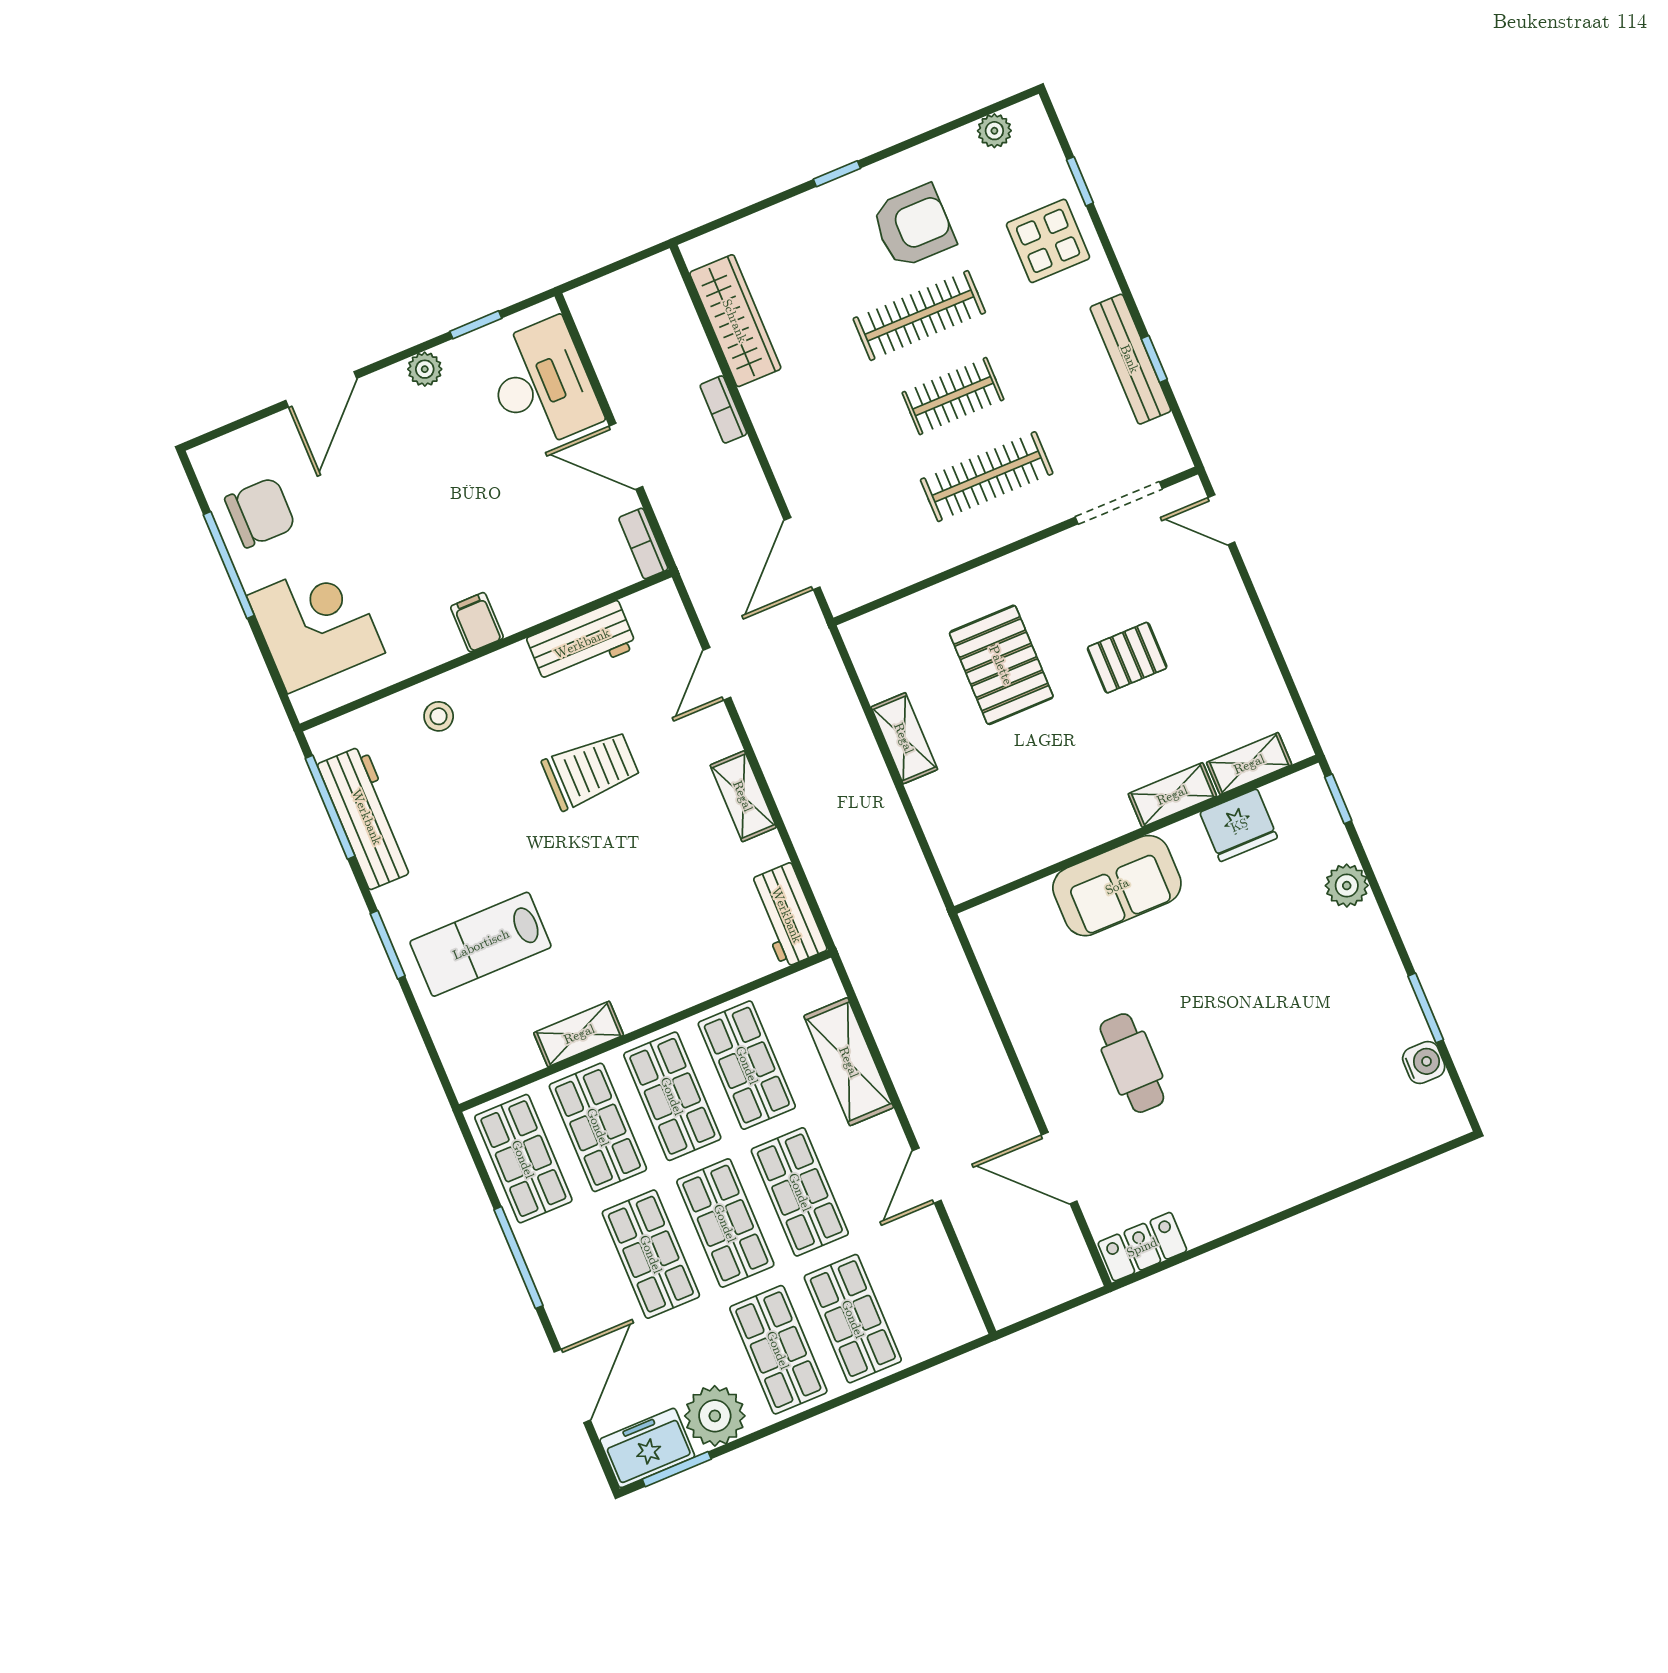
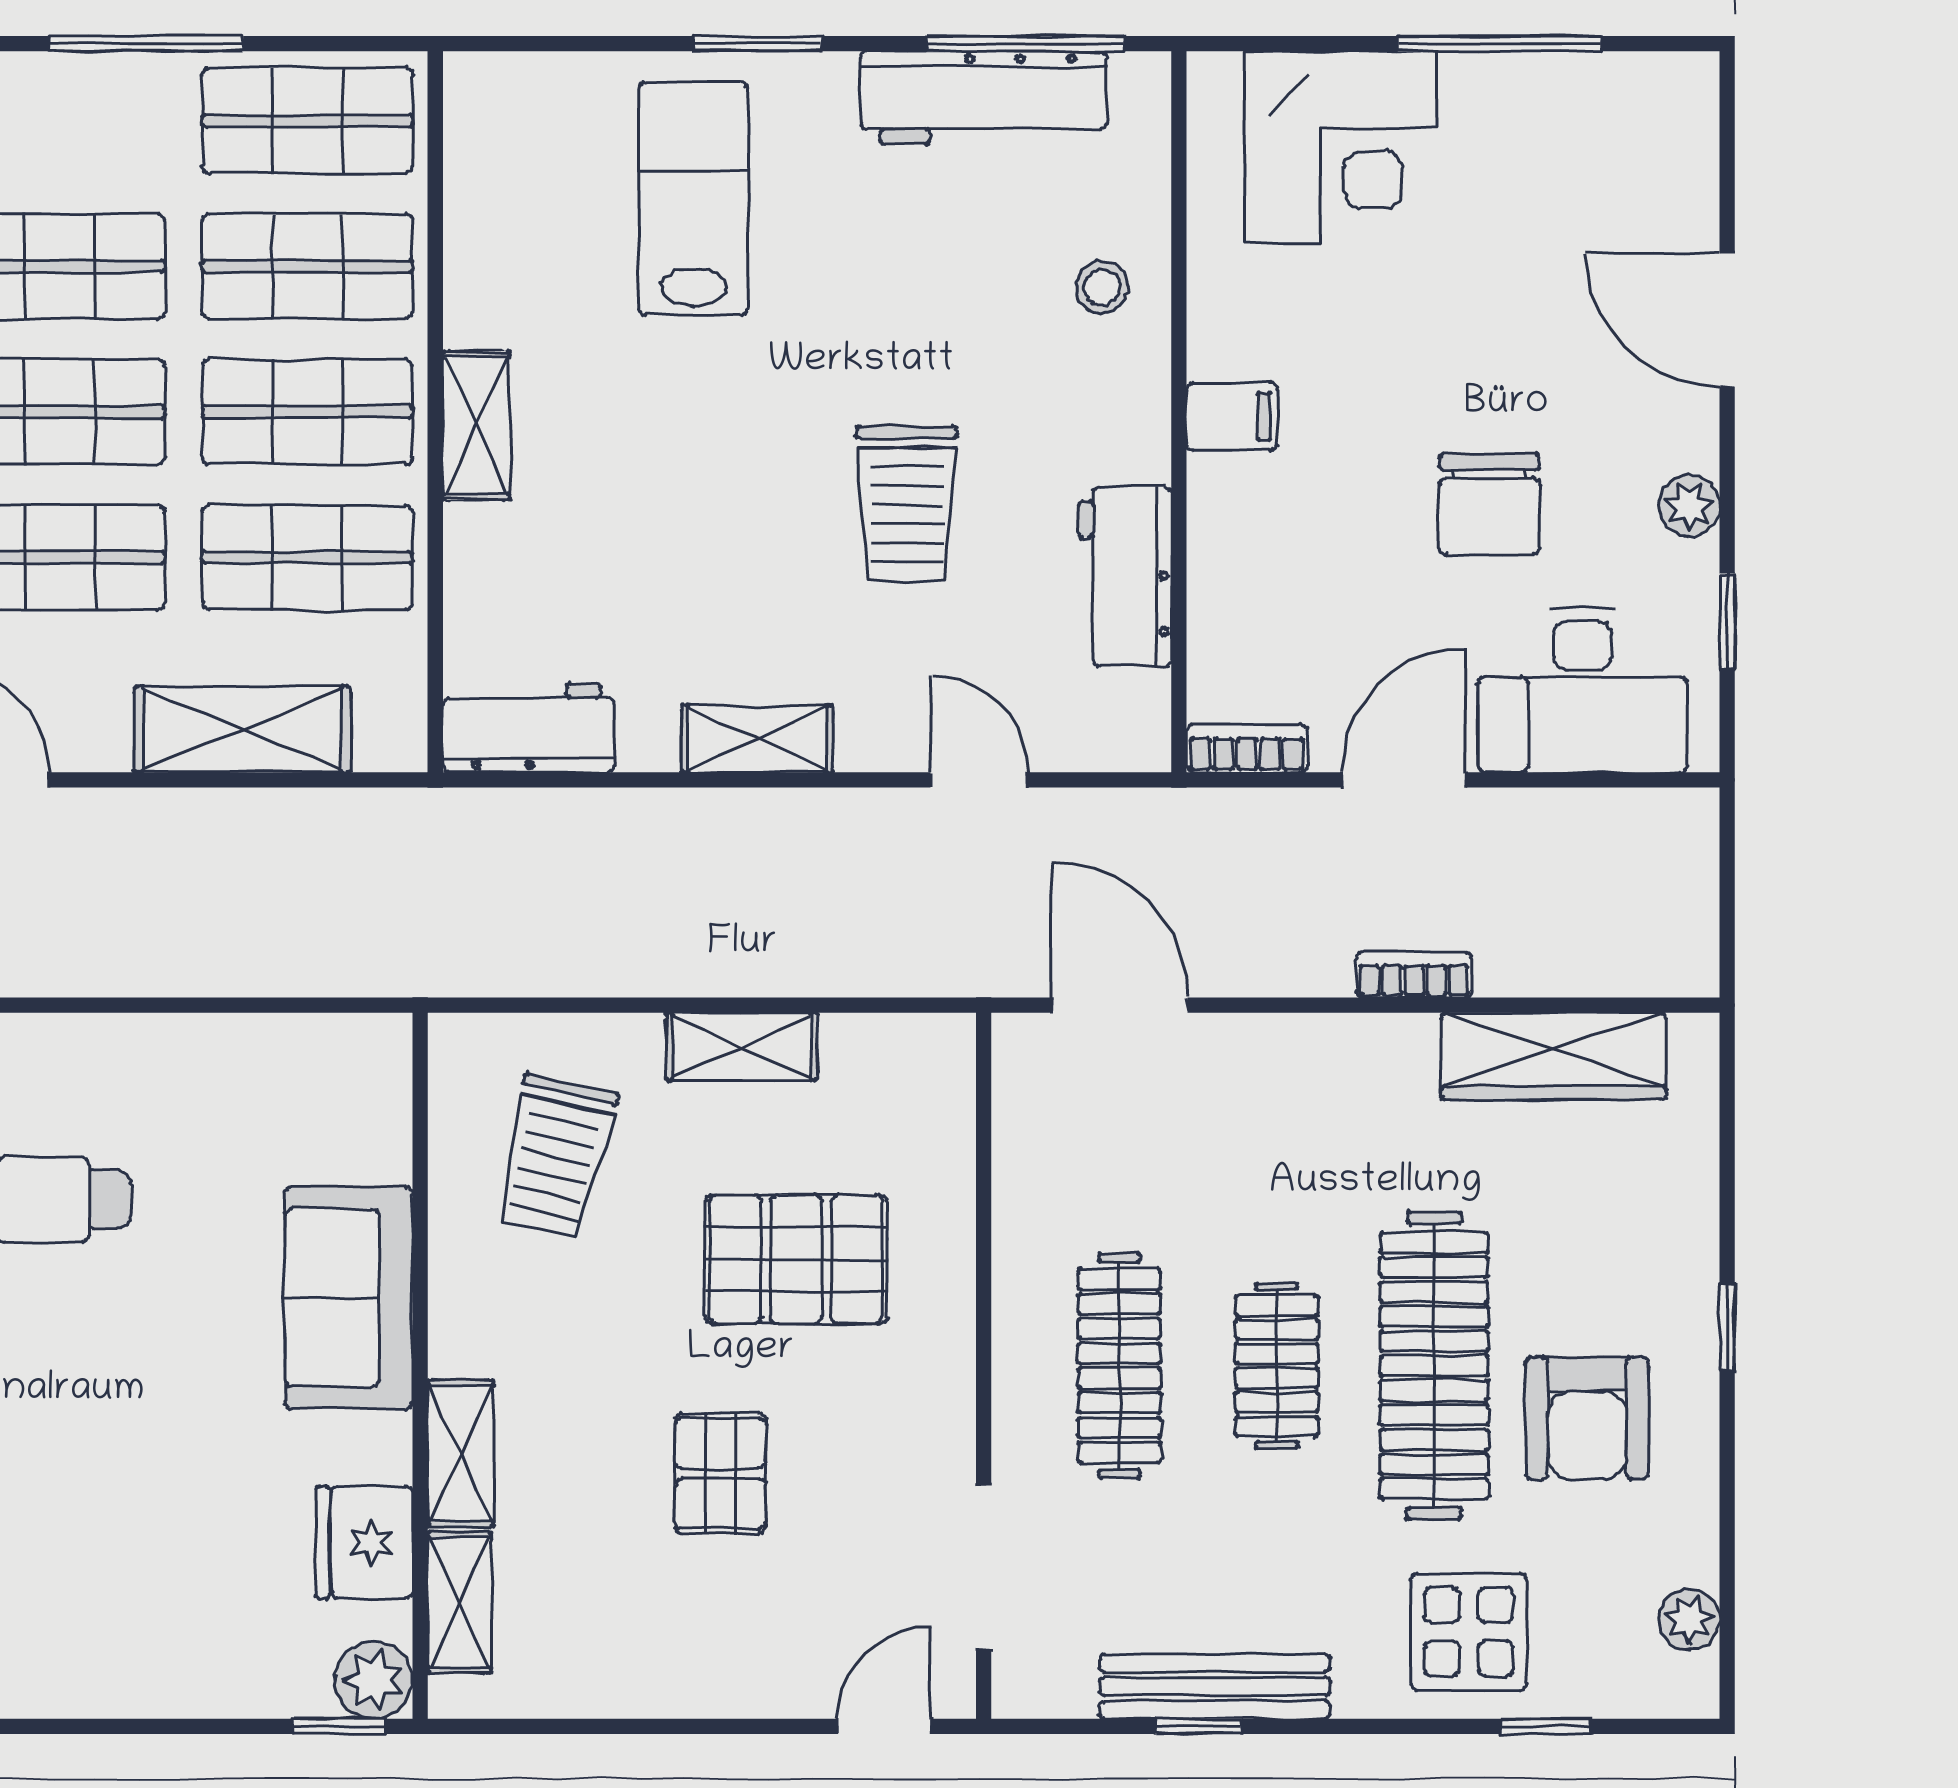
clothes rail: (919, 316) -> (1434, 1366), width x1.37, depth x1.31
chair: (260, 512) -> (1489, 504), moved
trolley: (1000, 810) -> (556, 1157), added
plant: (1347, 886) -> (374, 1680), moved
shelving: (579, 1034) -> (476, 425), moved

